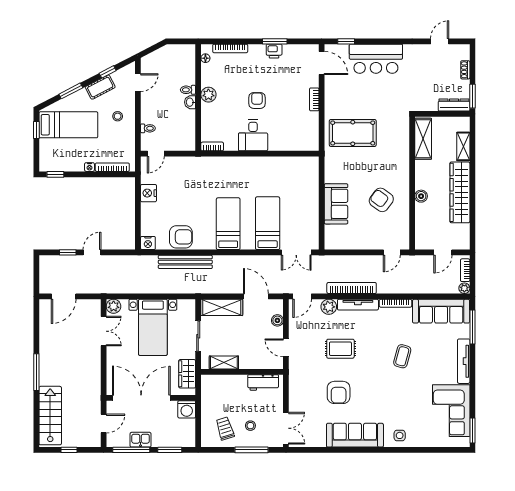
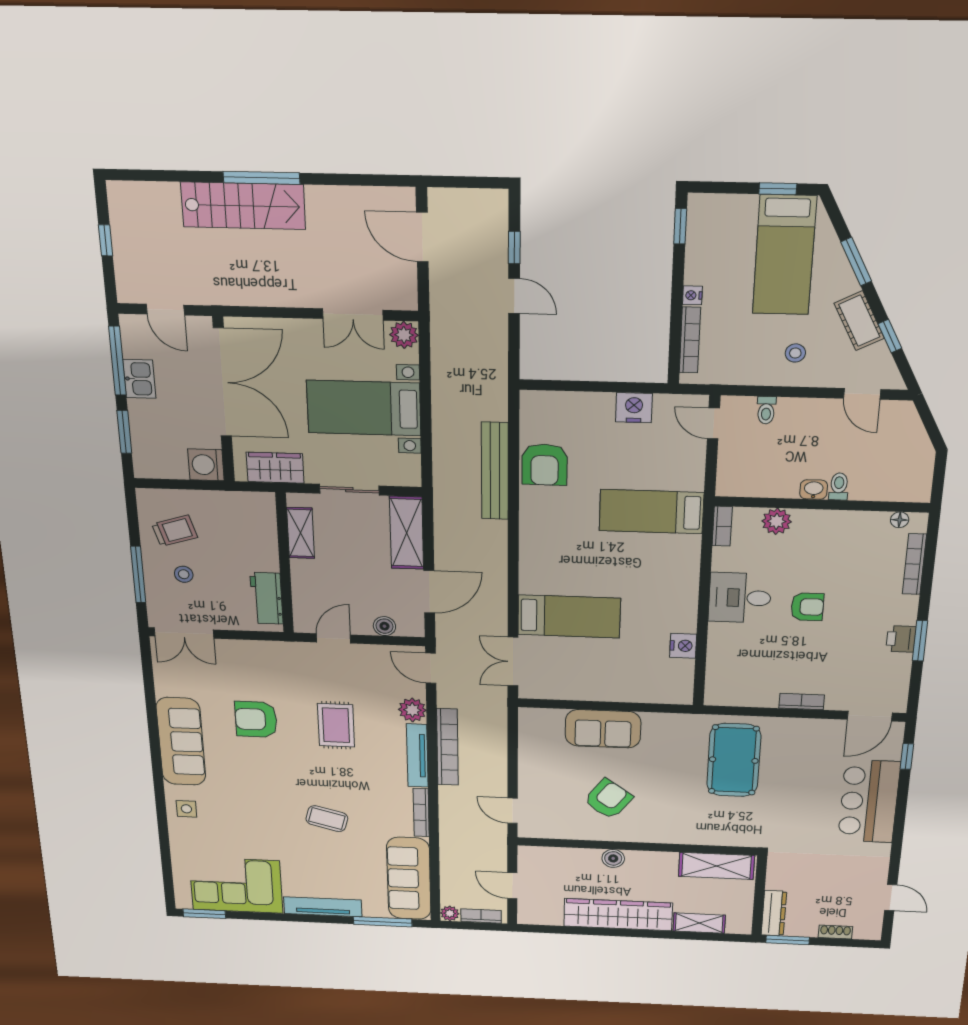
plant: (208, 95) -> (777, 521), moved
bed: (228, 224) -> (651, 512), moved, turned 180
nightstand: (148, 243) -> (683, 646), moved, turned 180
stairs: (50, 416) -> (243, 206), moved

